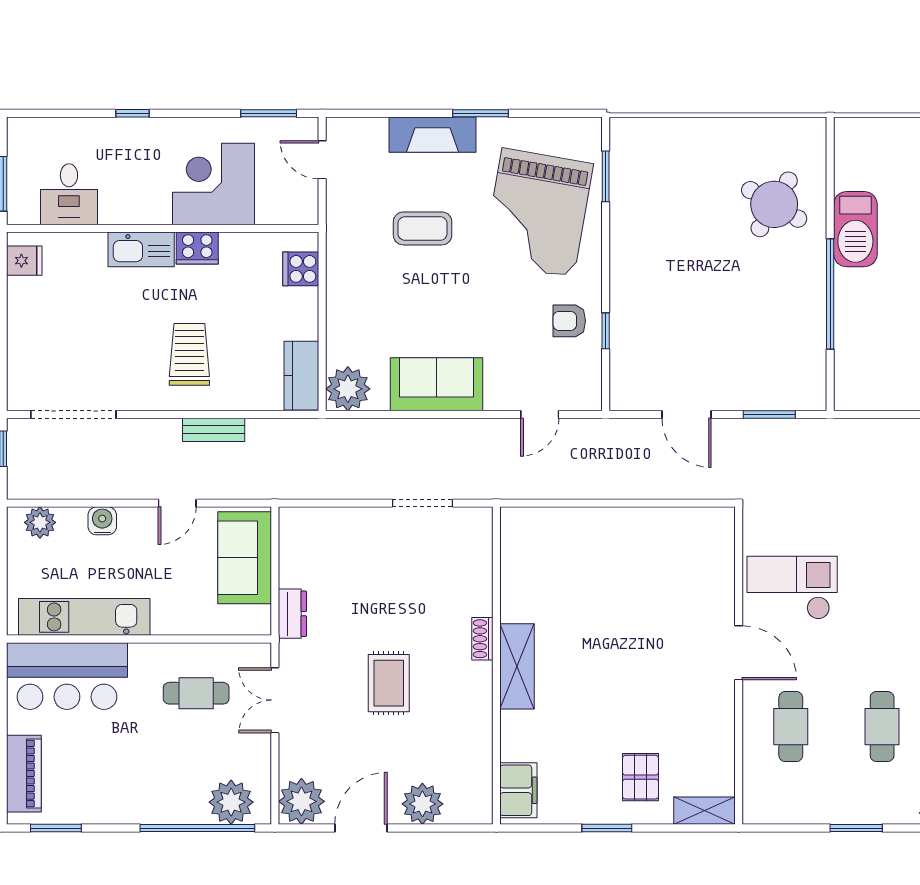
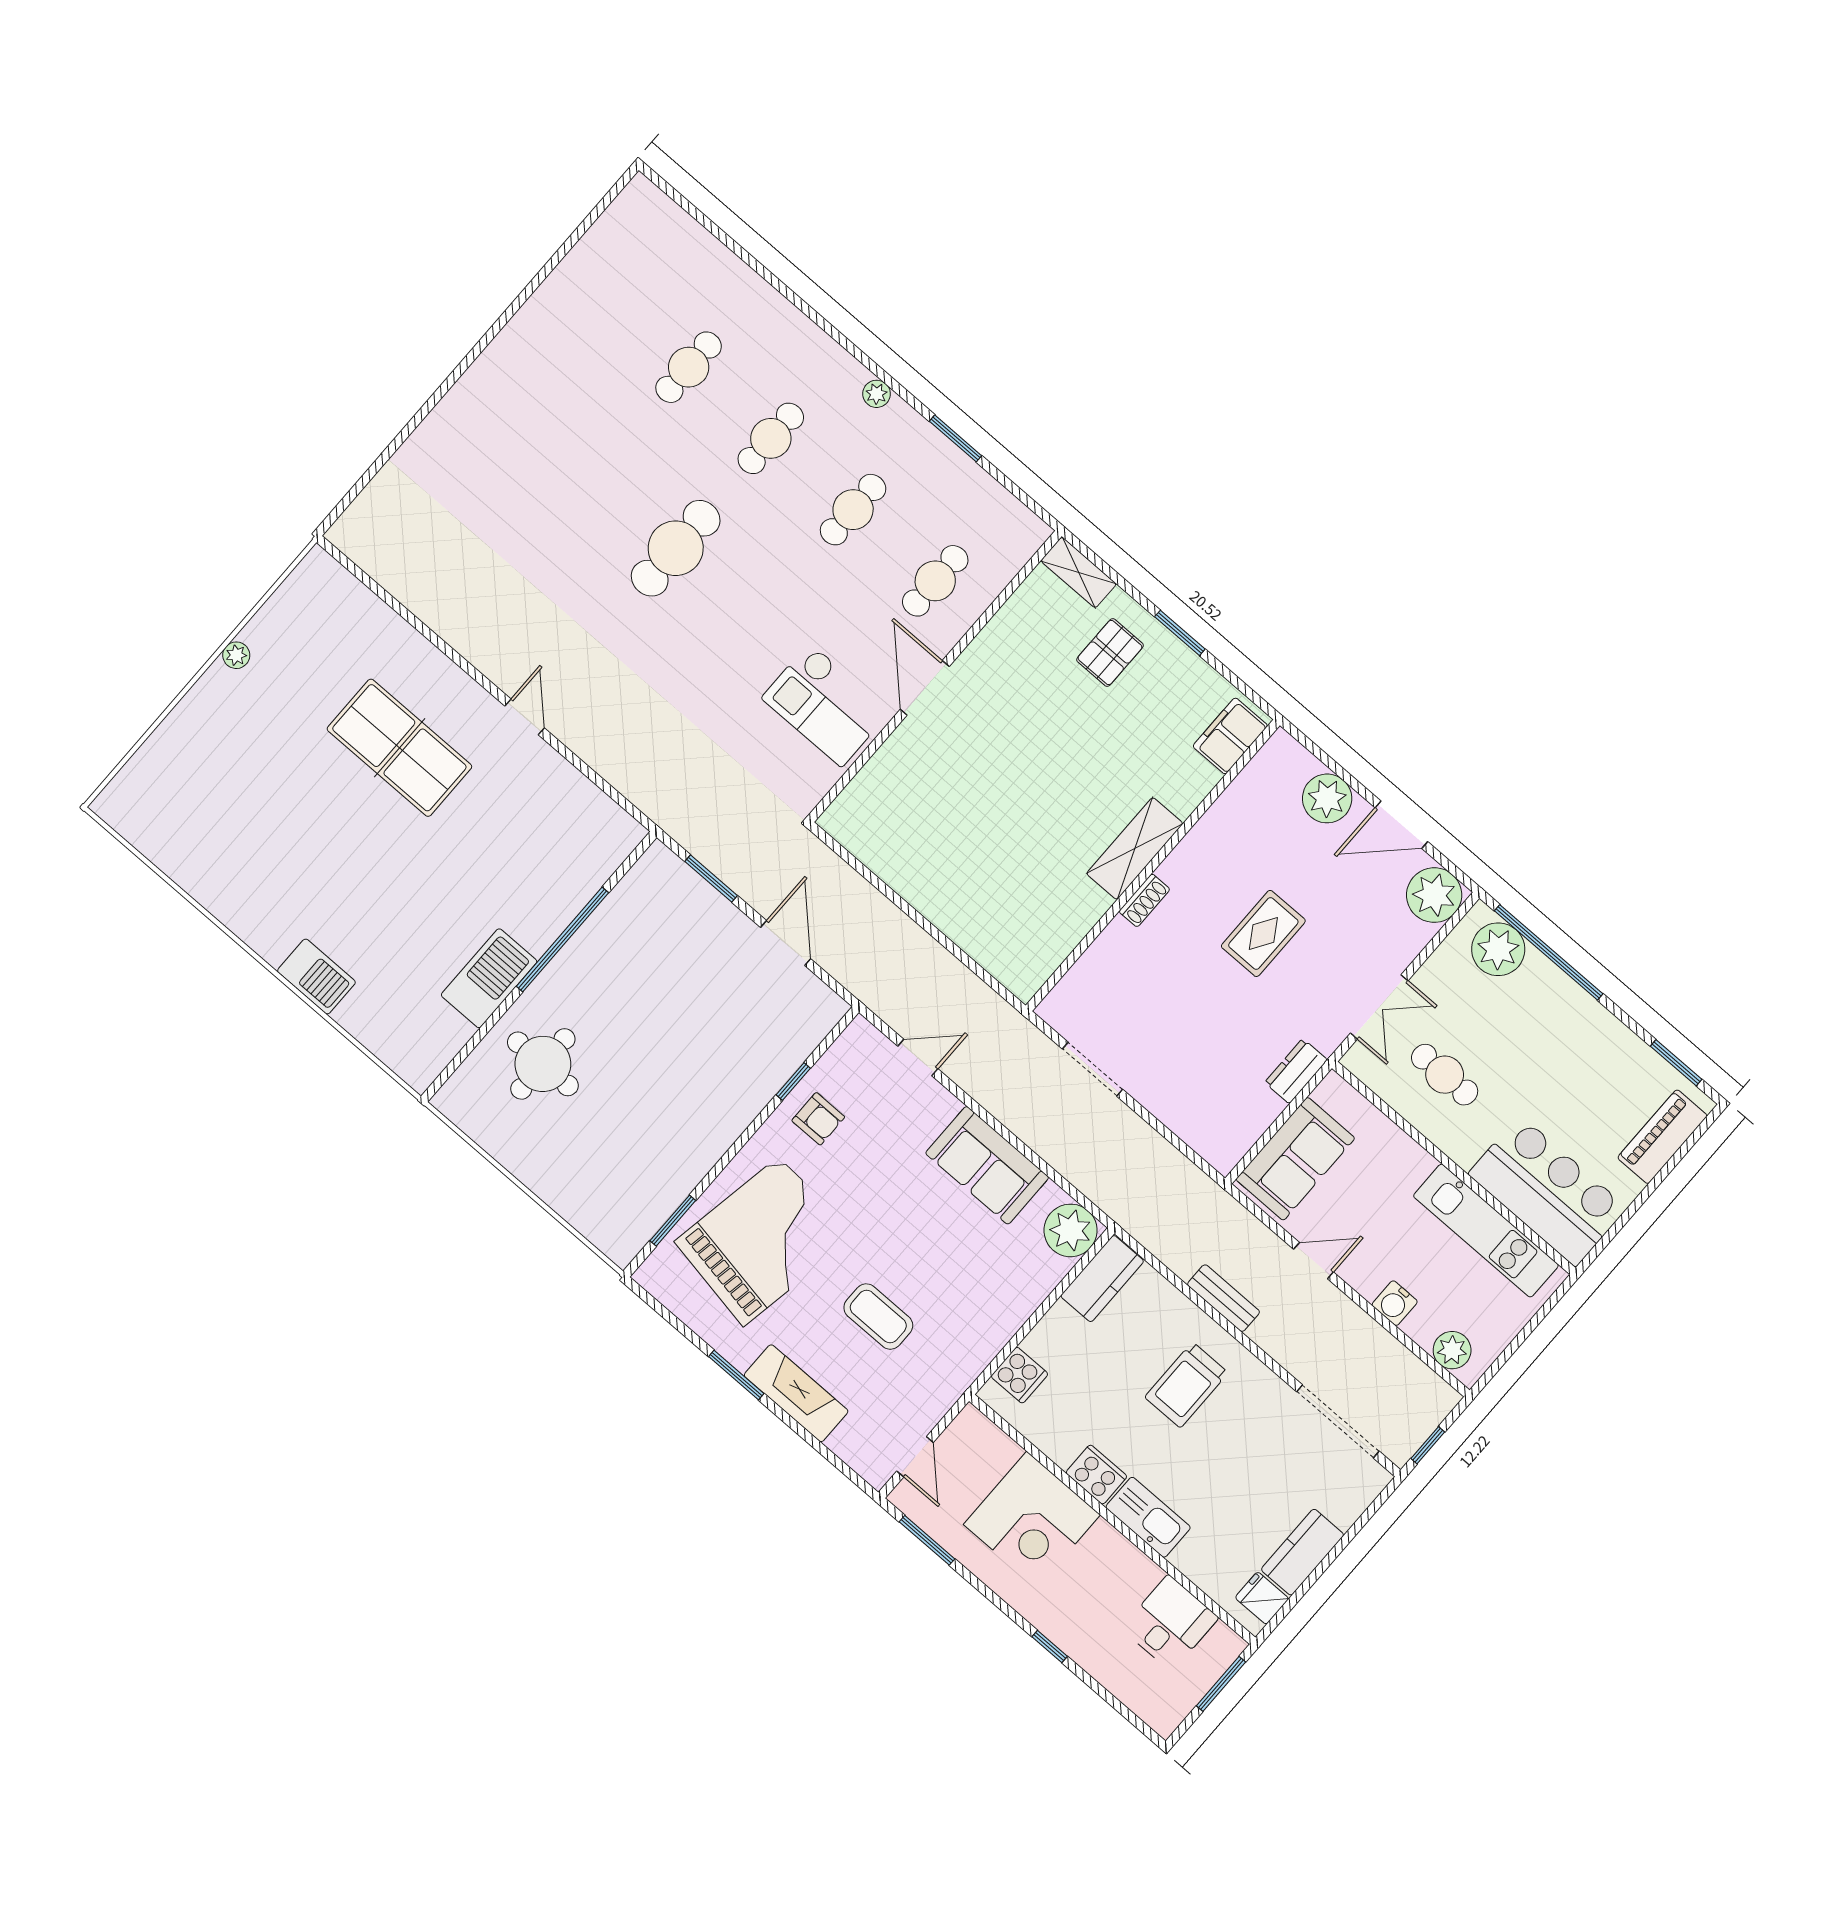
round table: (774, 204) -> (543, 1064), turned -31
kitchen counter: (24, 312) -> (1303, 1552), added

